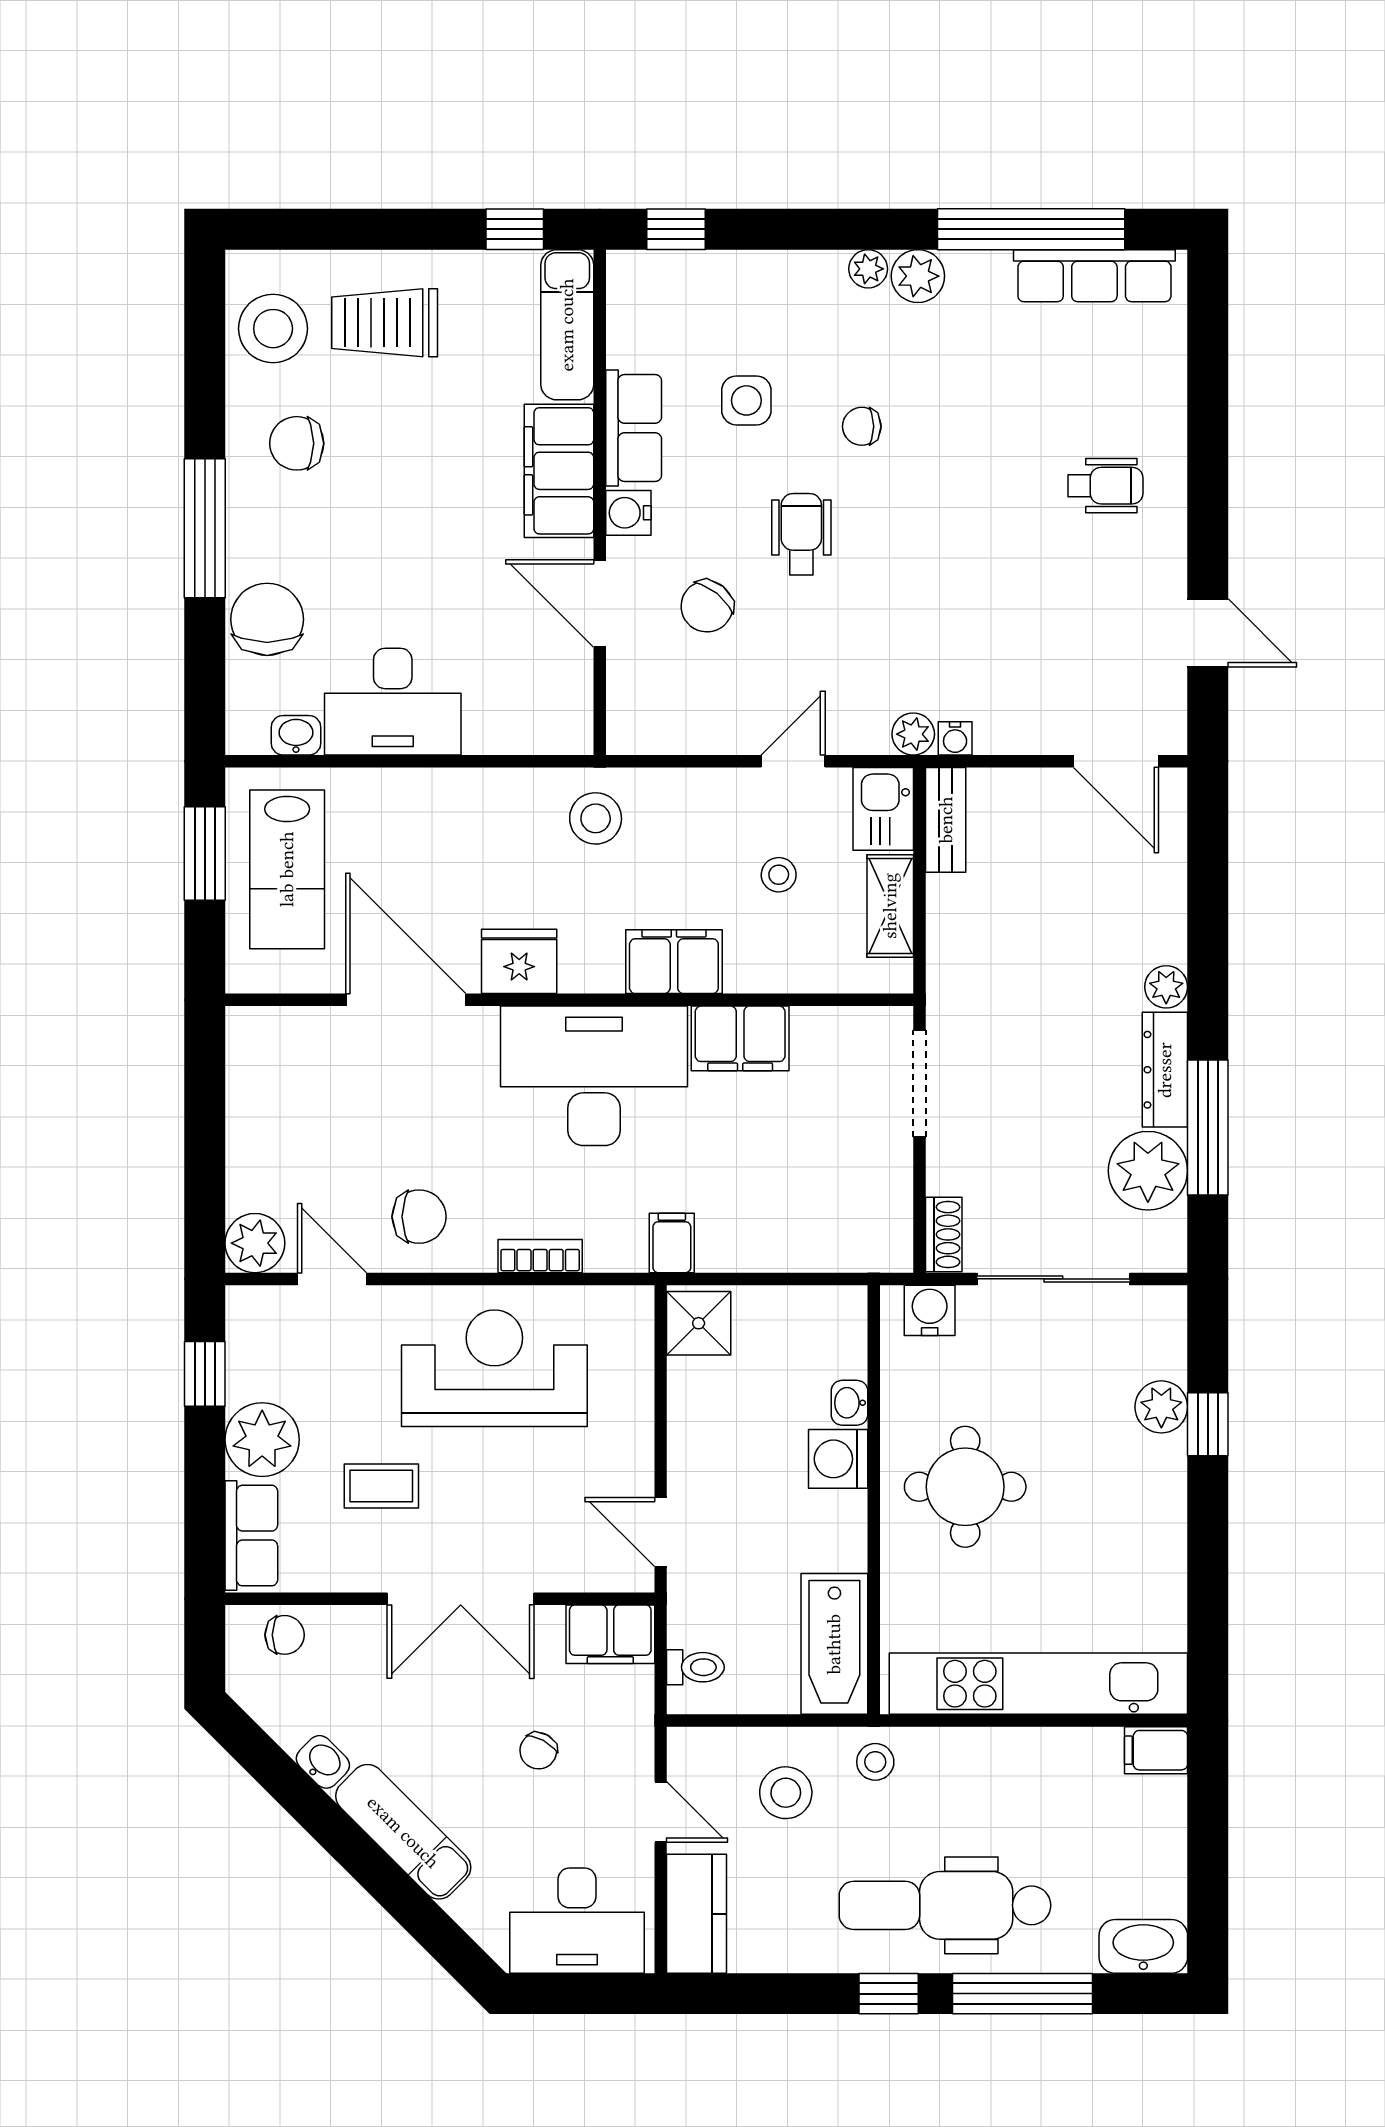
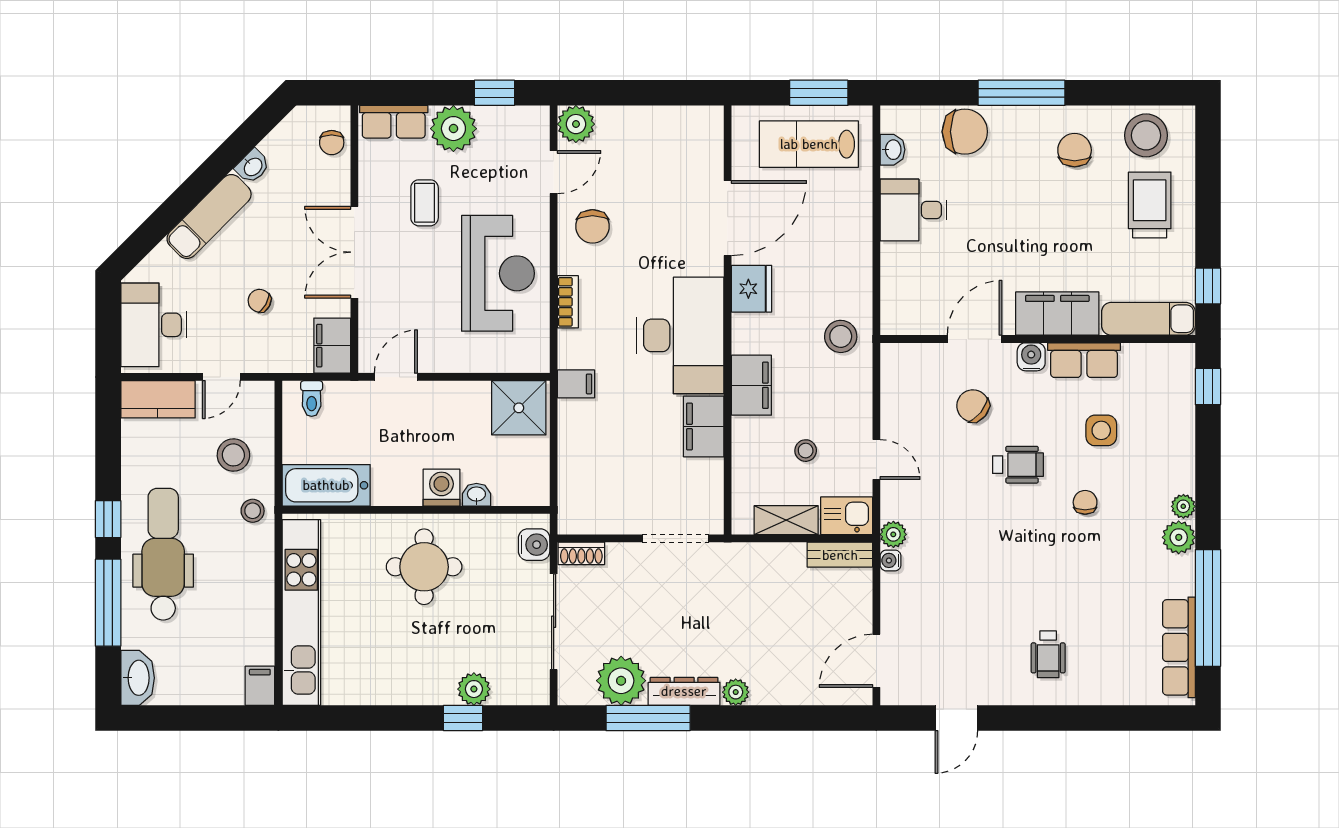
desk: (393, 702) -> (913, 210), width x0.73
shower: (699, 1323) -> (519, 408), width x1.36, depth x1.36

